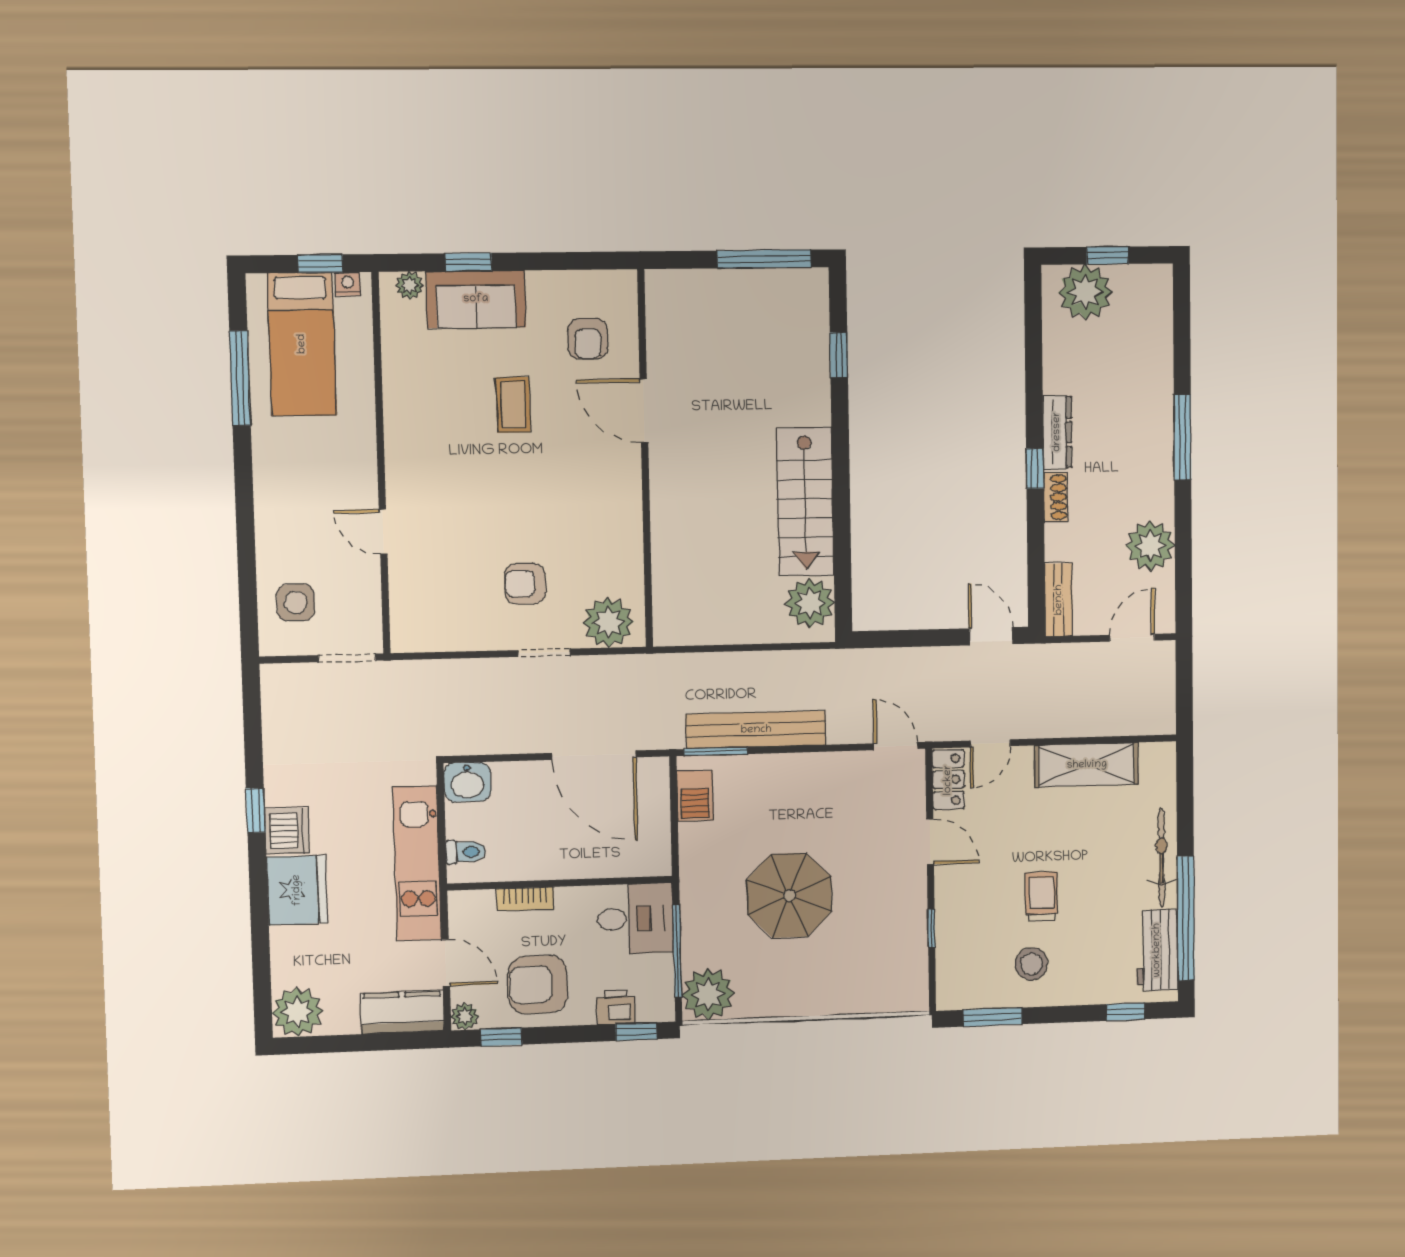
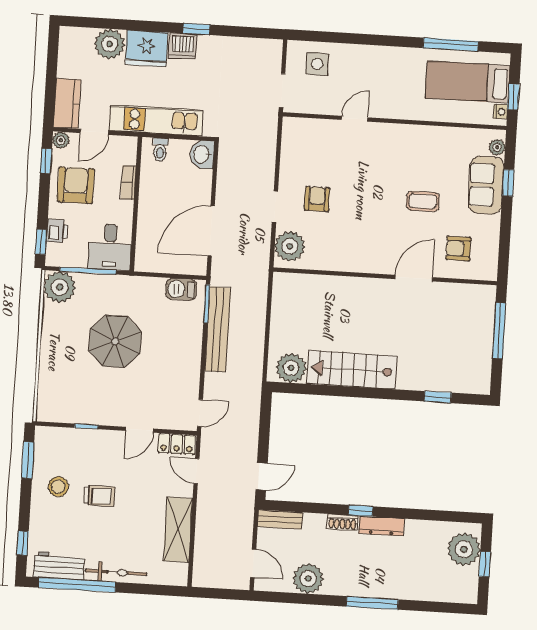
window: (764, 259) -> (499, 331), moved
plant: (297, 1012) -> (110, 44), moved

